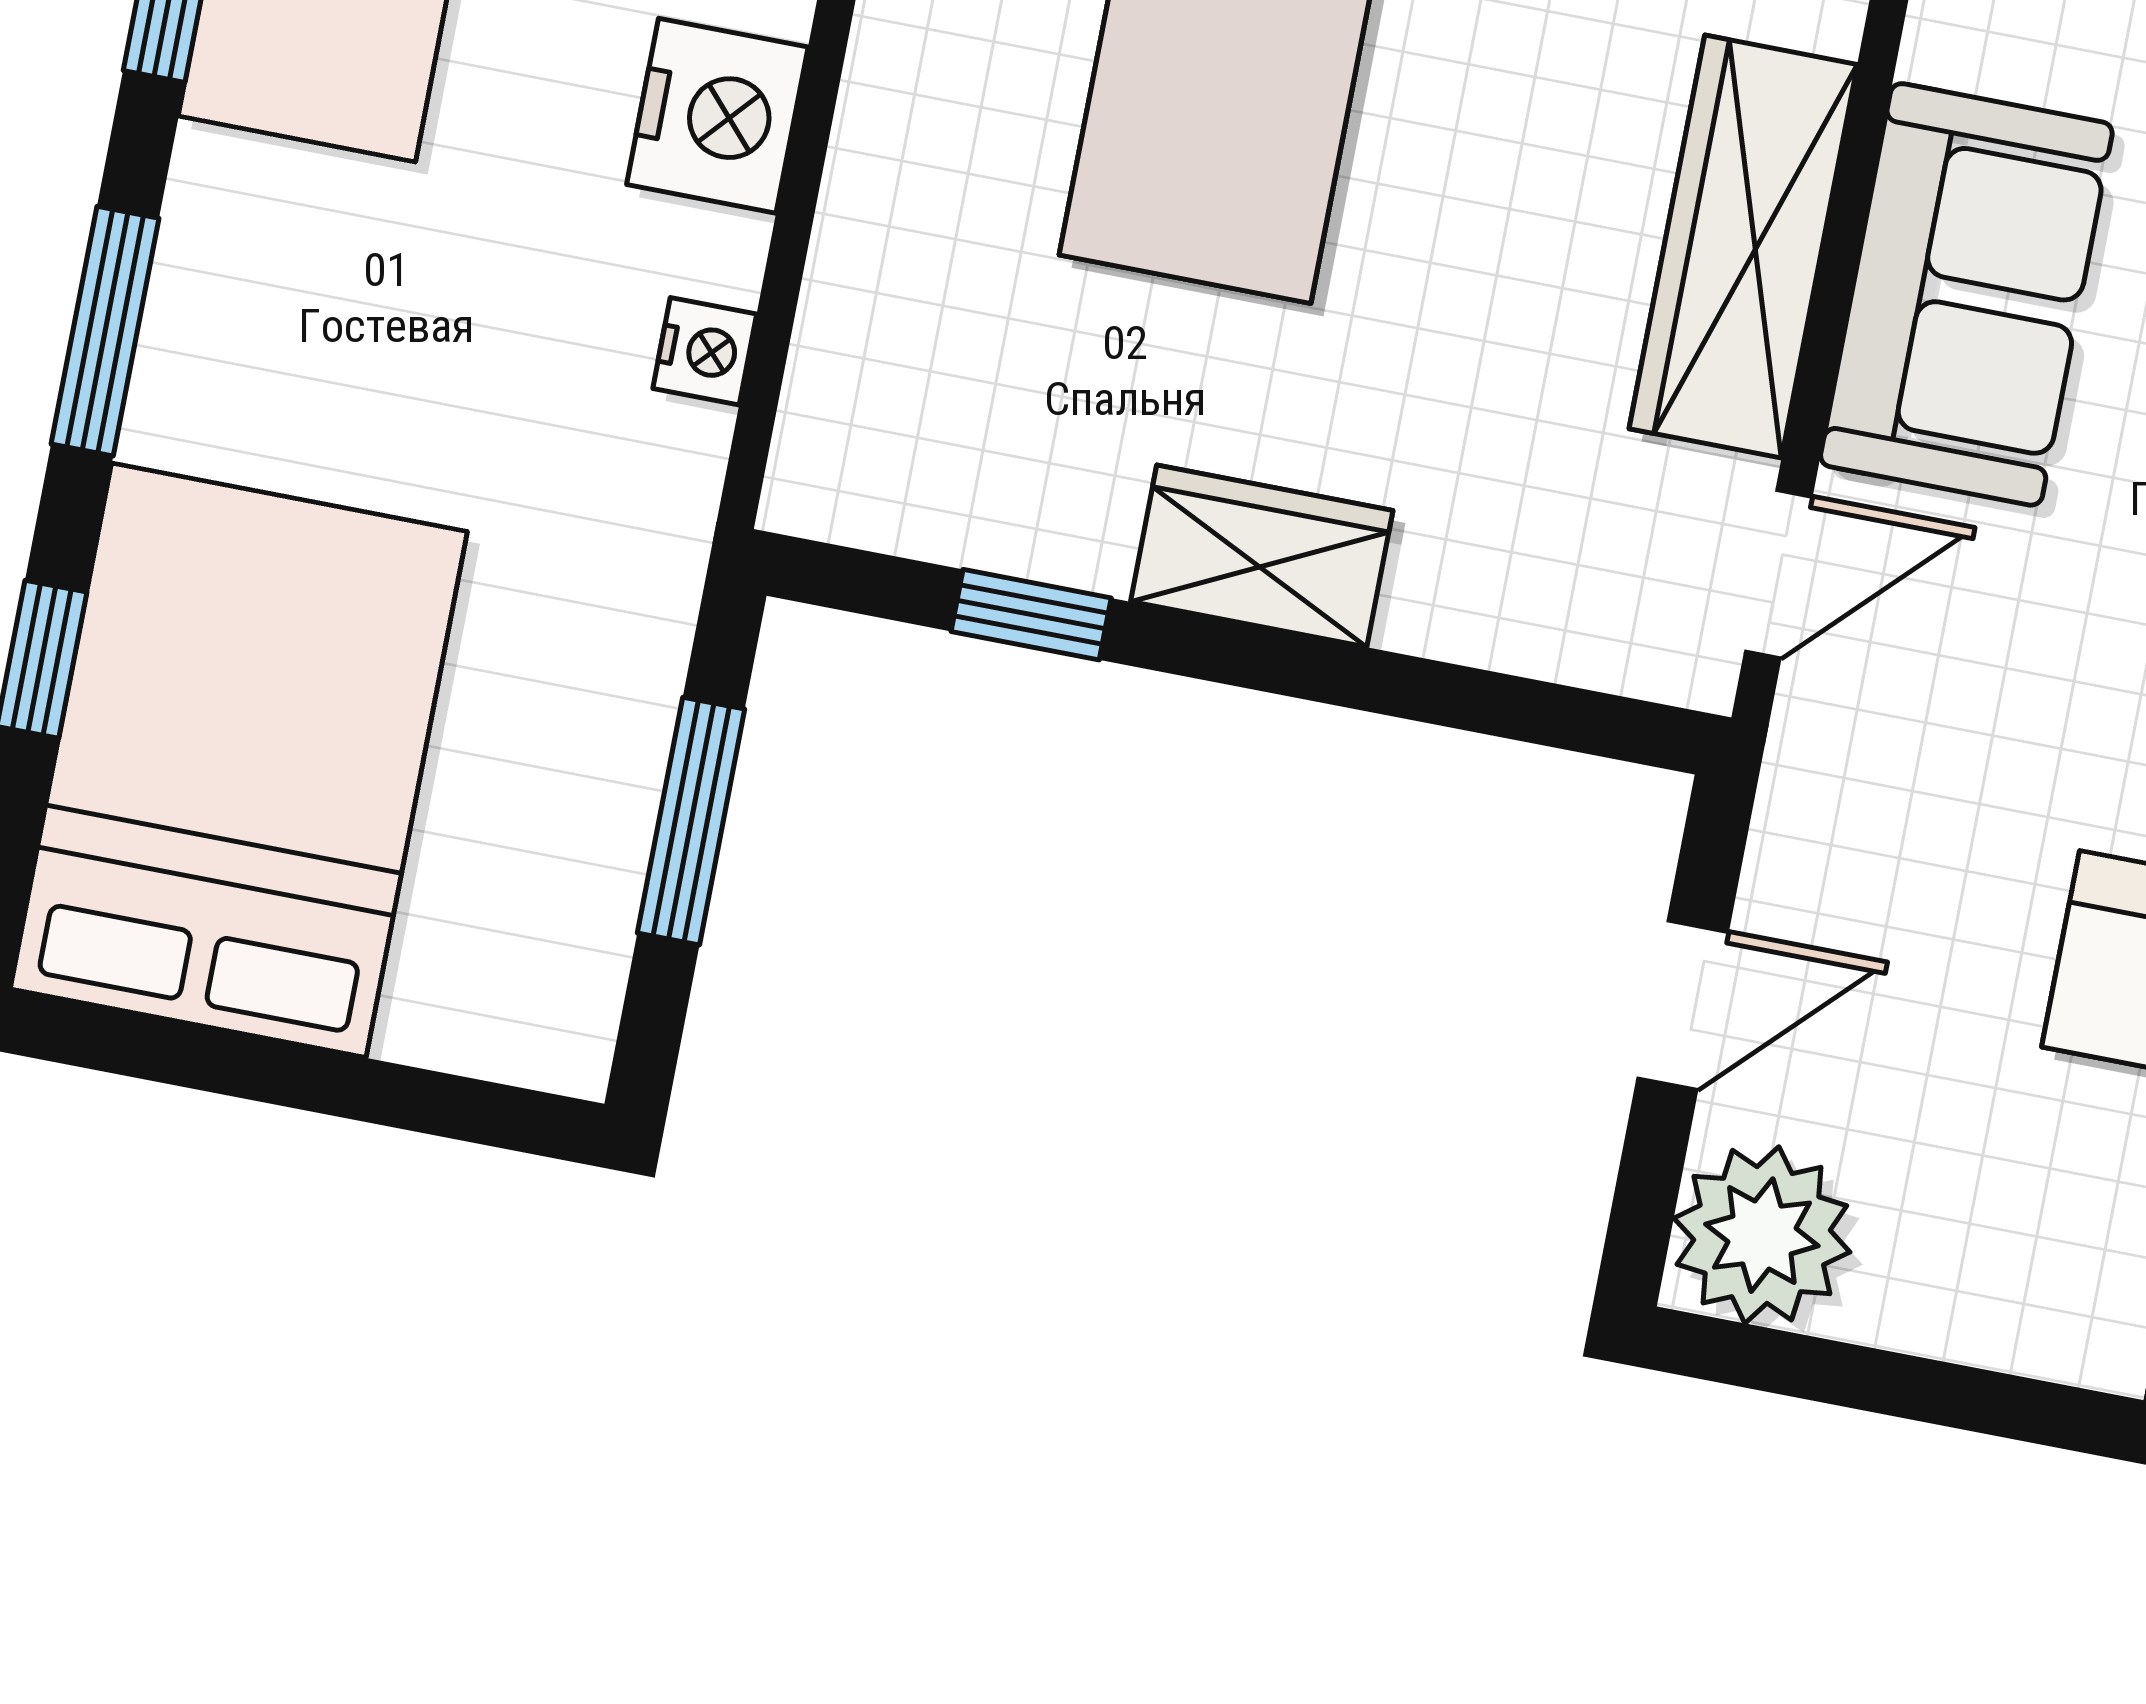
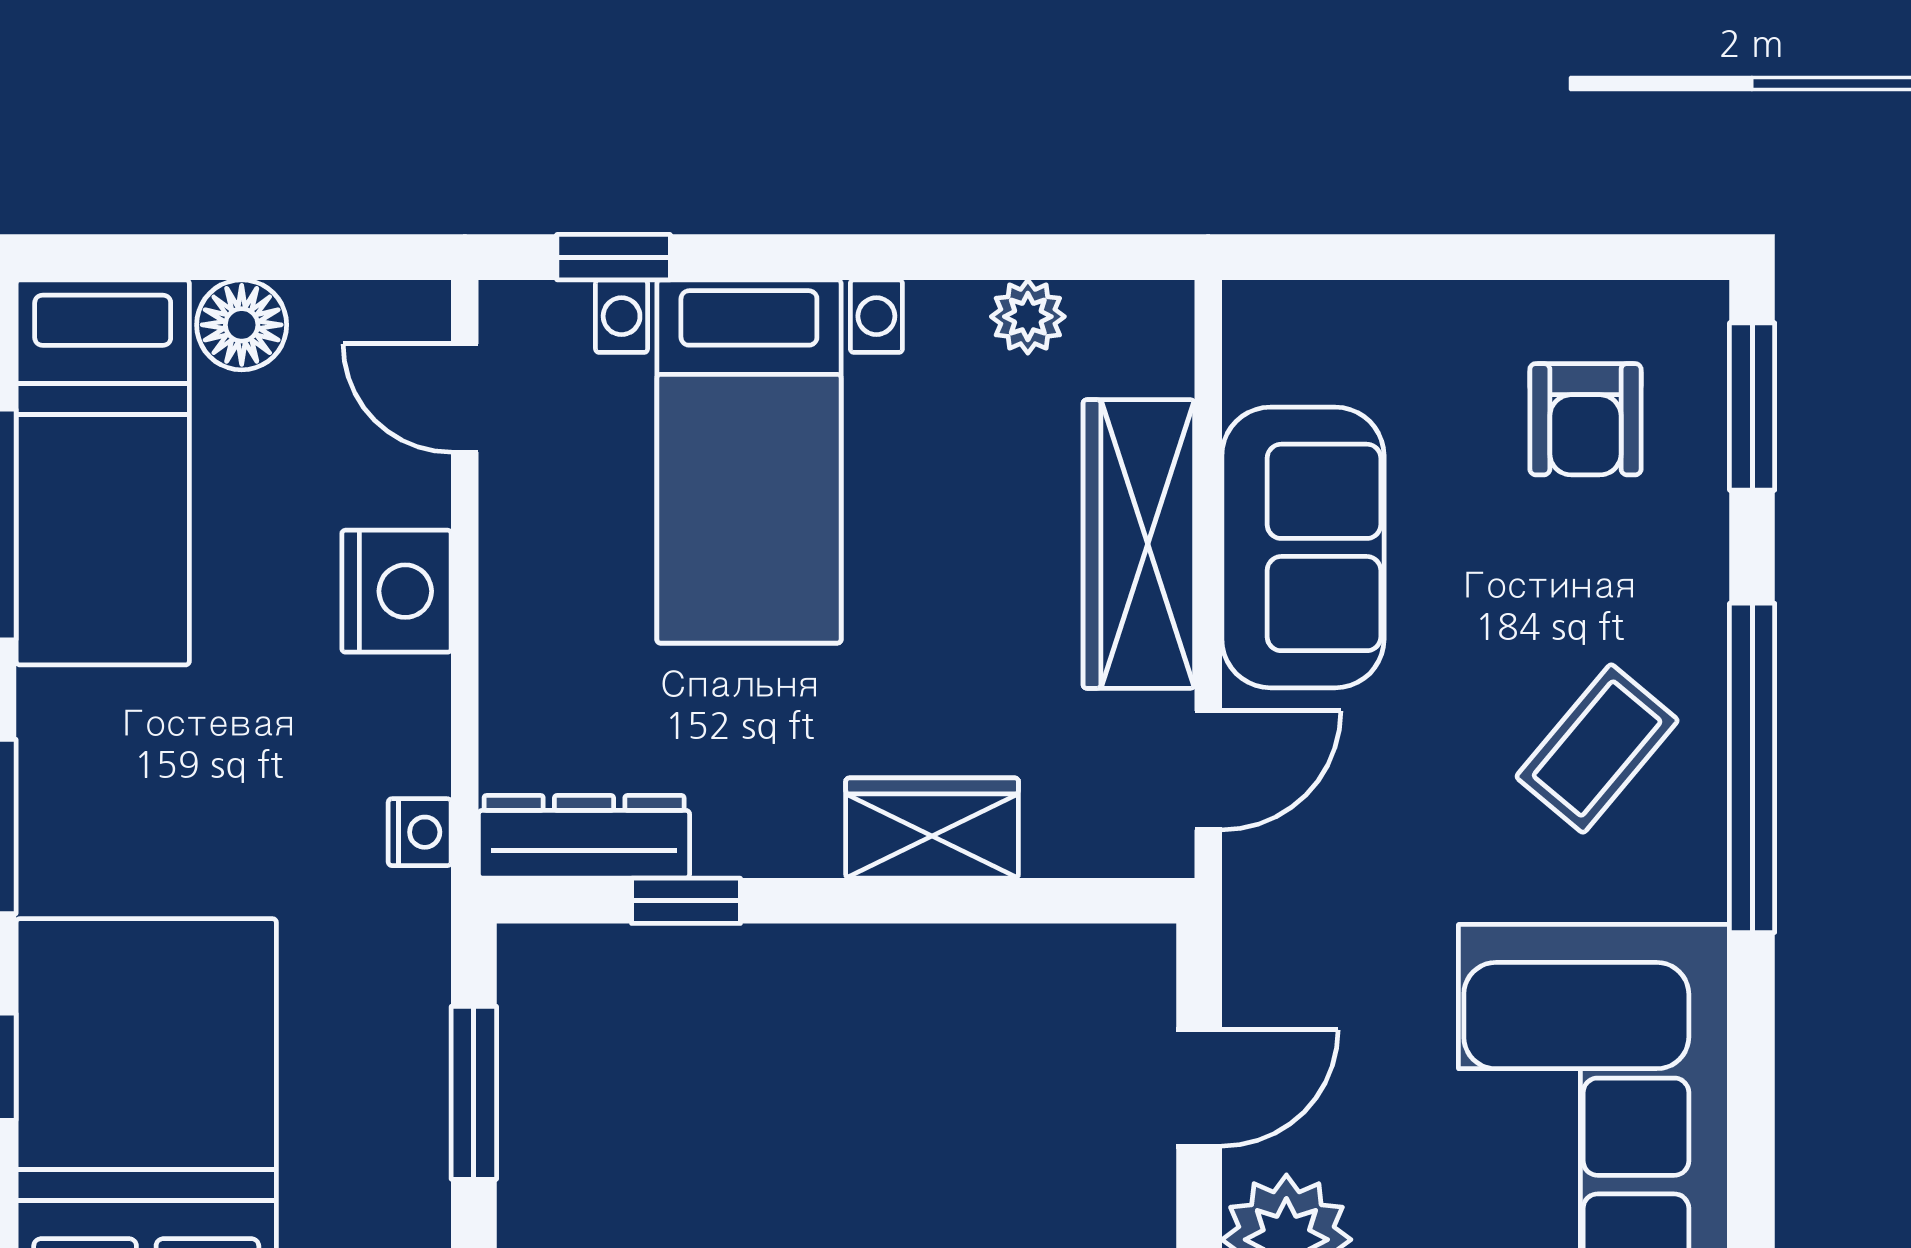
nightstand: (705, 351) -> (420, 832), moved
dresser: (909, 500) -> (584, 837), added
wardrobe: (1262, 556) -> (932, 828), moved

